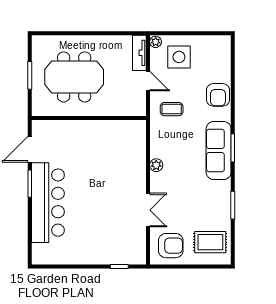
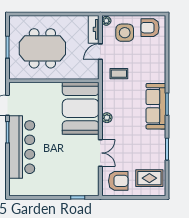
door: (148, 81) -> (100, 52), swing flipped
armchair: (218, 95) -> (150, 28), moved, turned 90
booth: (123, 153) -> (81, 108), added

